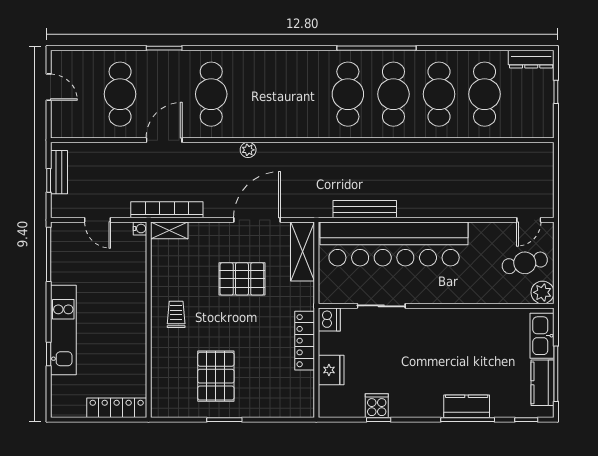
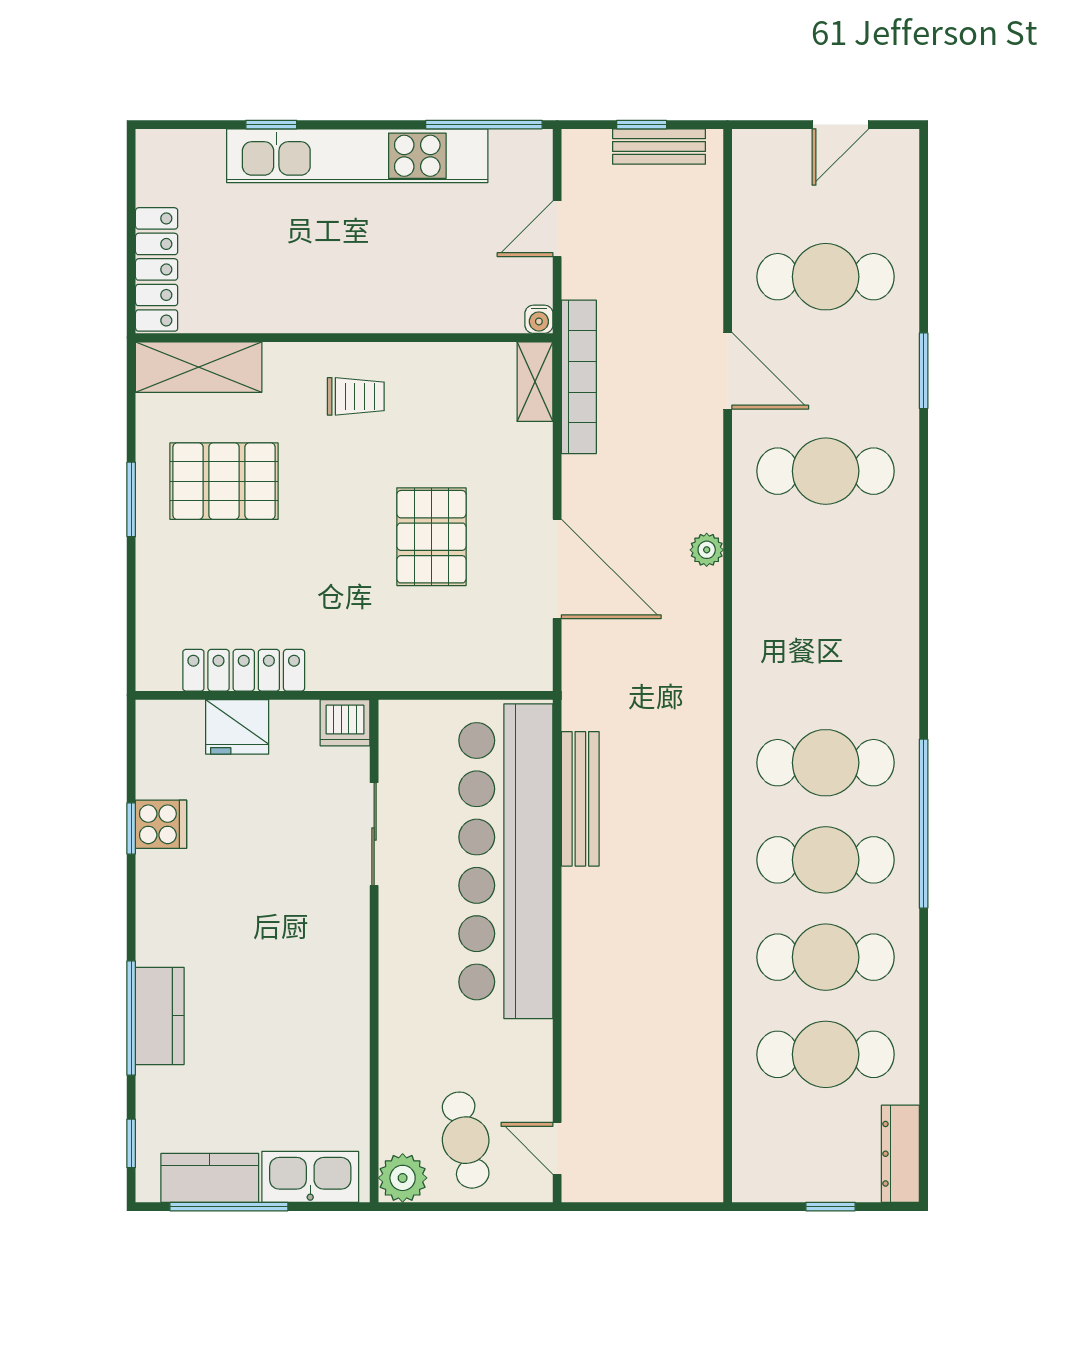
shelving: (302, 252) -> (199, 367), moved
kitchen unit: (63, 330) -> (357, 156), width x1.36
locker: (305, 341) -> (244, 670), moved

